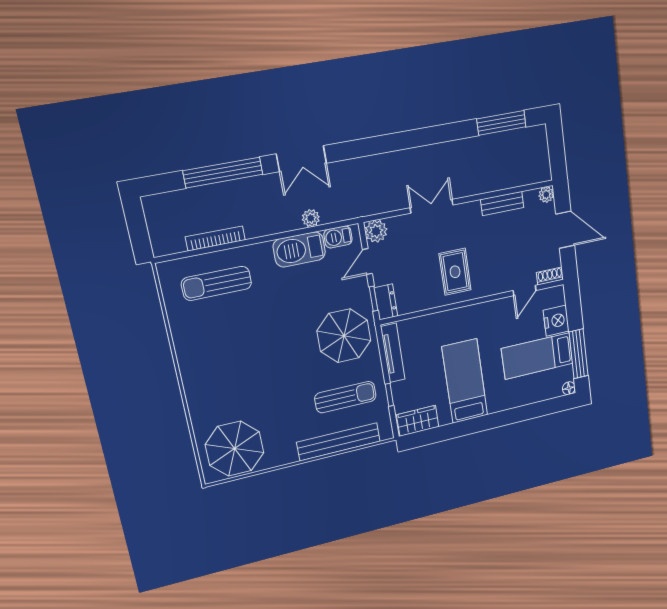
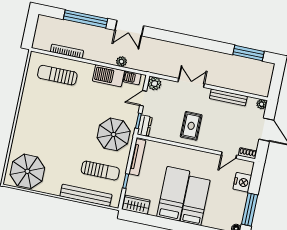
bench: (502, 203) -> (228, 97), width x1.36
bed: (537, 356) -> (195, 201), moved, turned 90

